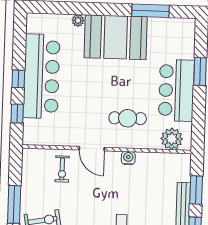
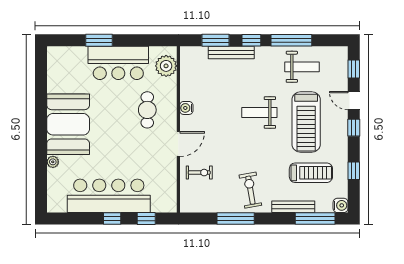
window: (150, 11) -> (41, 91), removed

